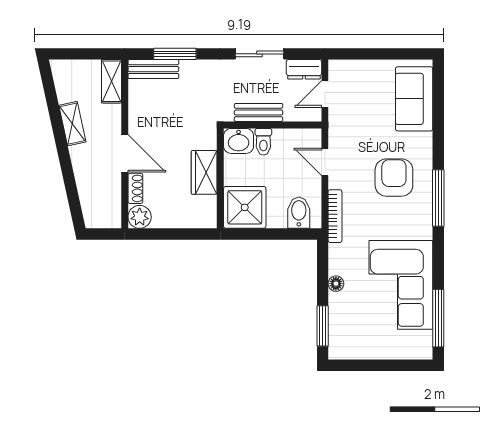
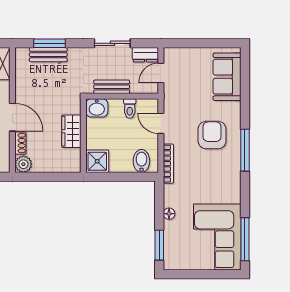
bench: (153, 69) -> (48, 55), moved
toilet: (263, 142) -> (130, 108), moved
shower: (245, 207) -> (97, 161), width x0.73, depth x0.73
corner sofa: (401, 285) -> (217, 237), moved

